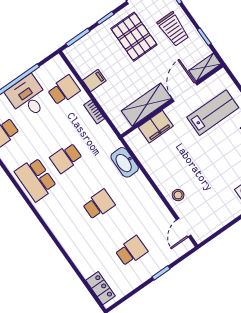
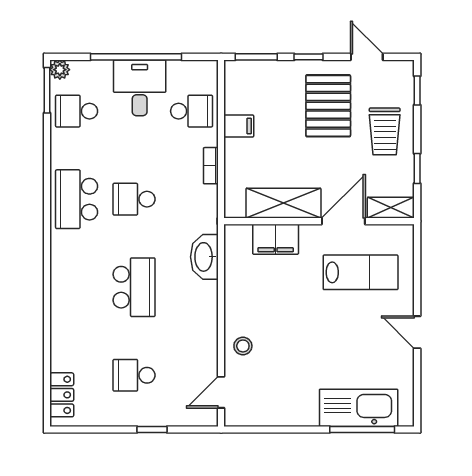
school desk: (99, 204) -> (134, 287), width x1.85
school desk: (131, 251) -> (134, 375), turned 180

